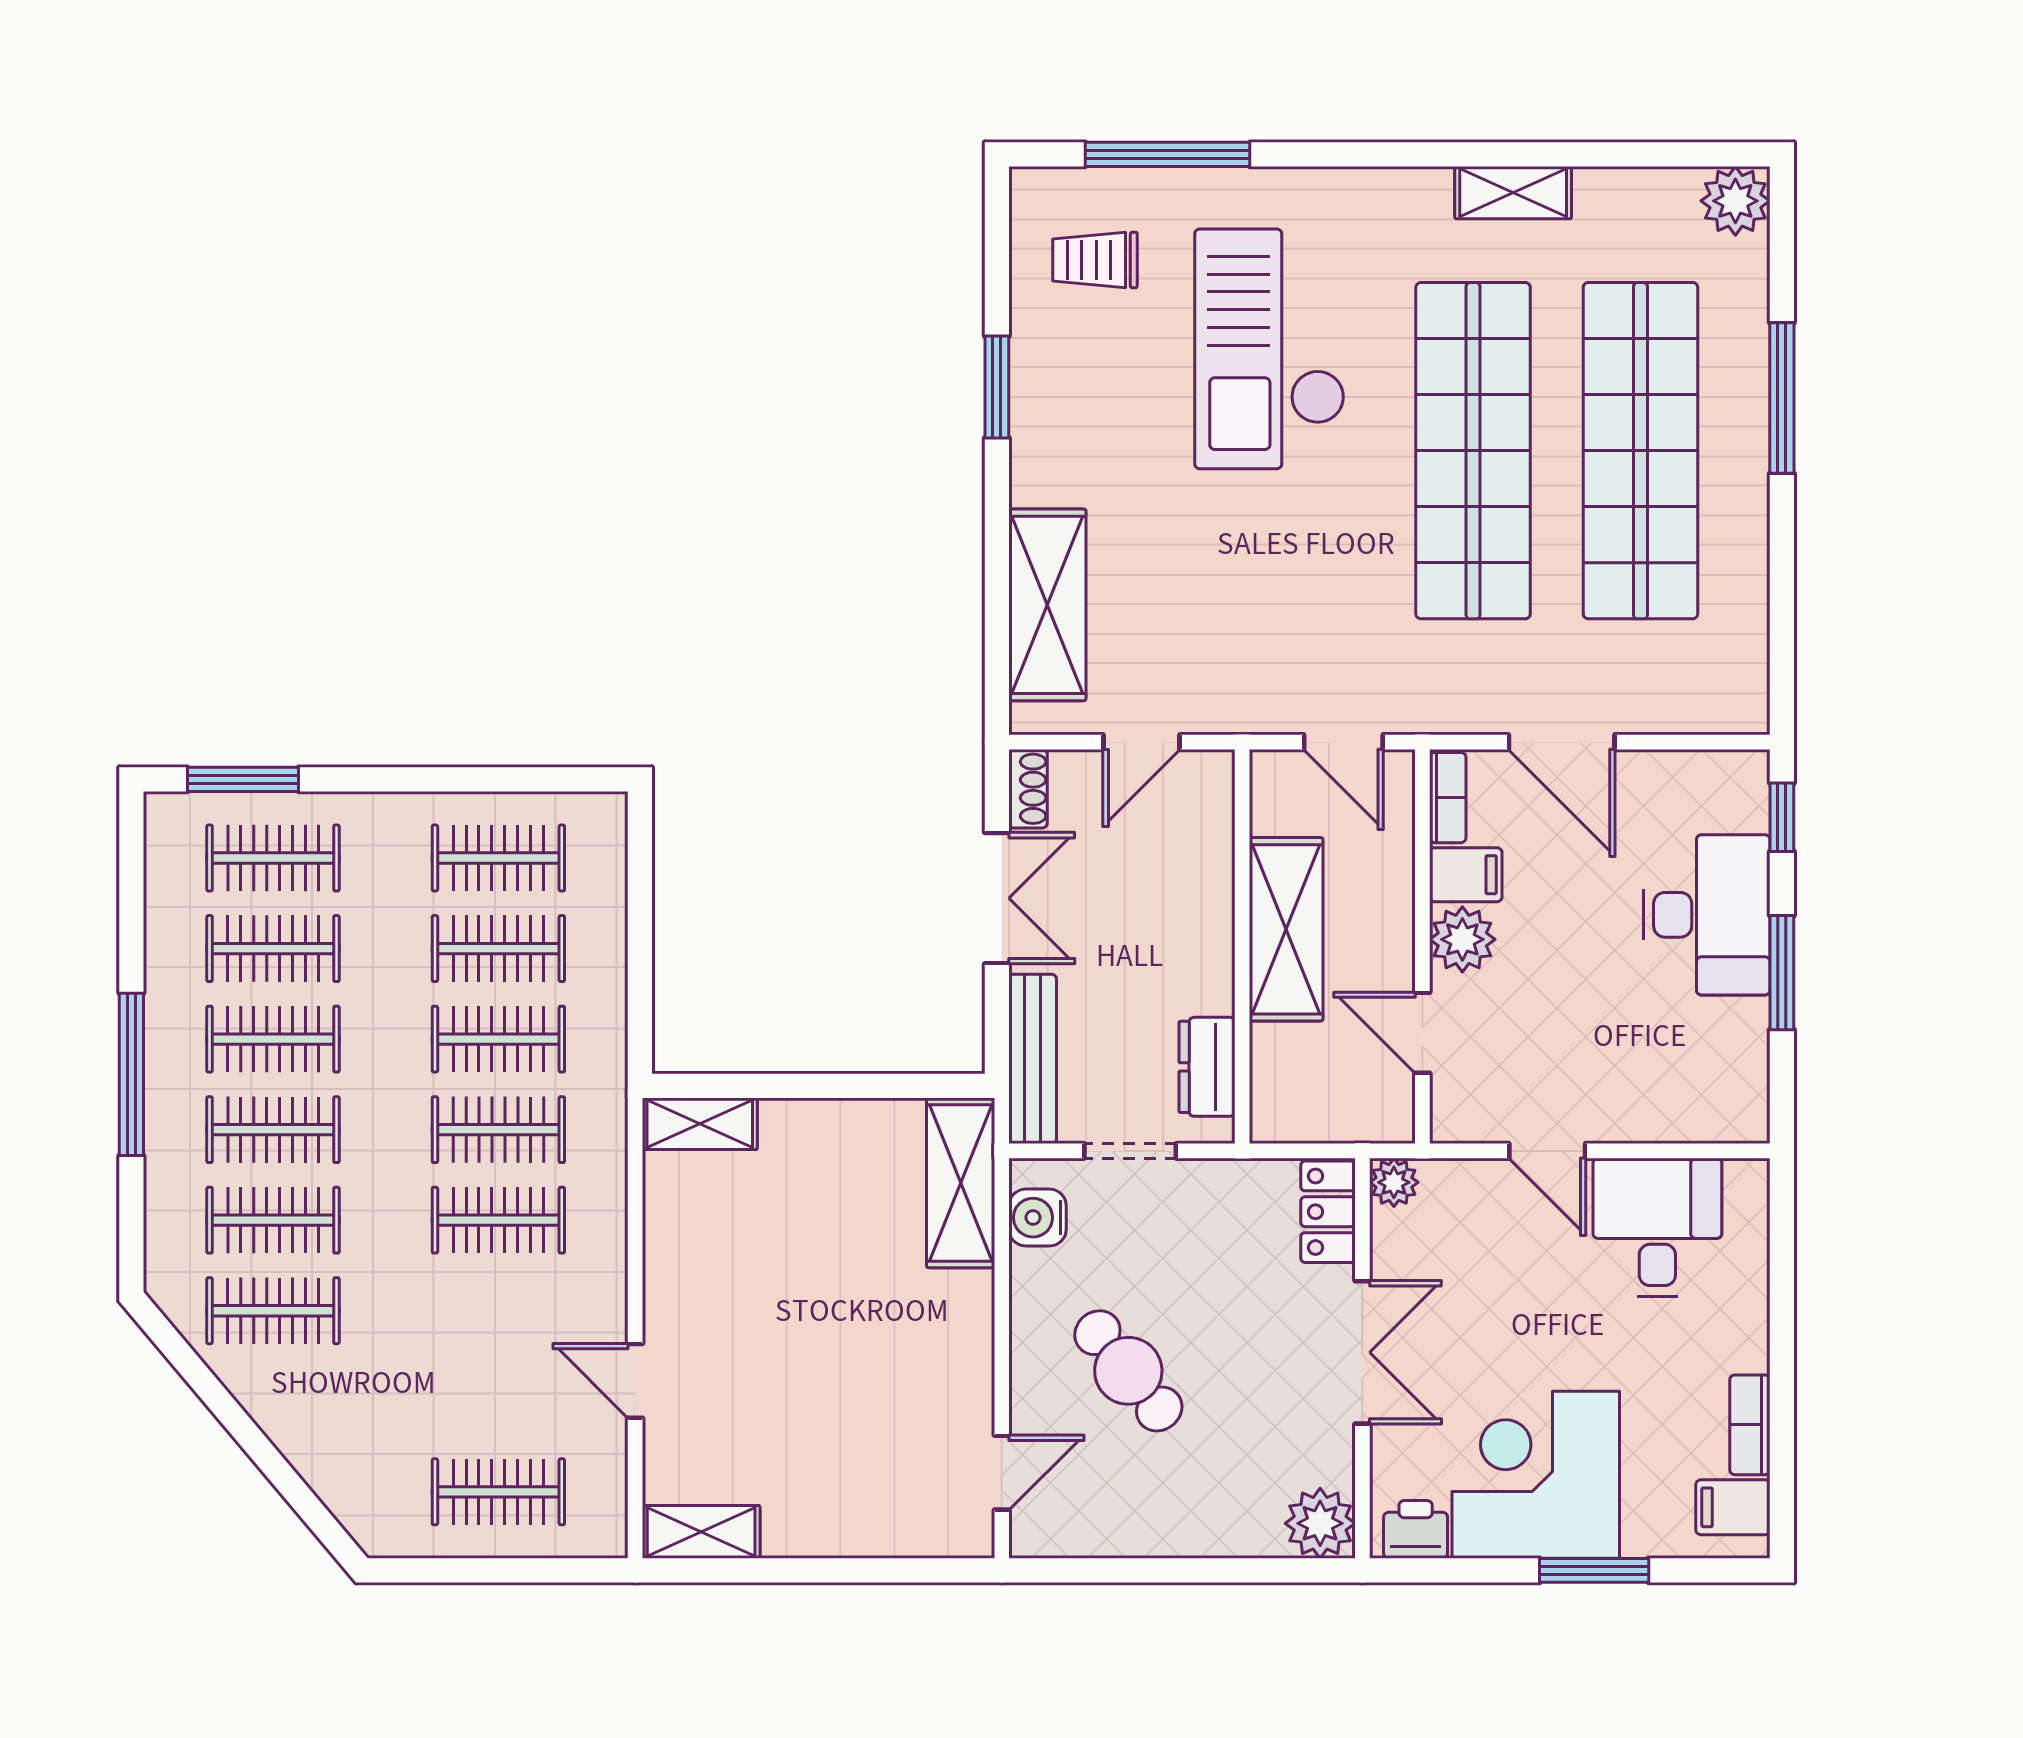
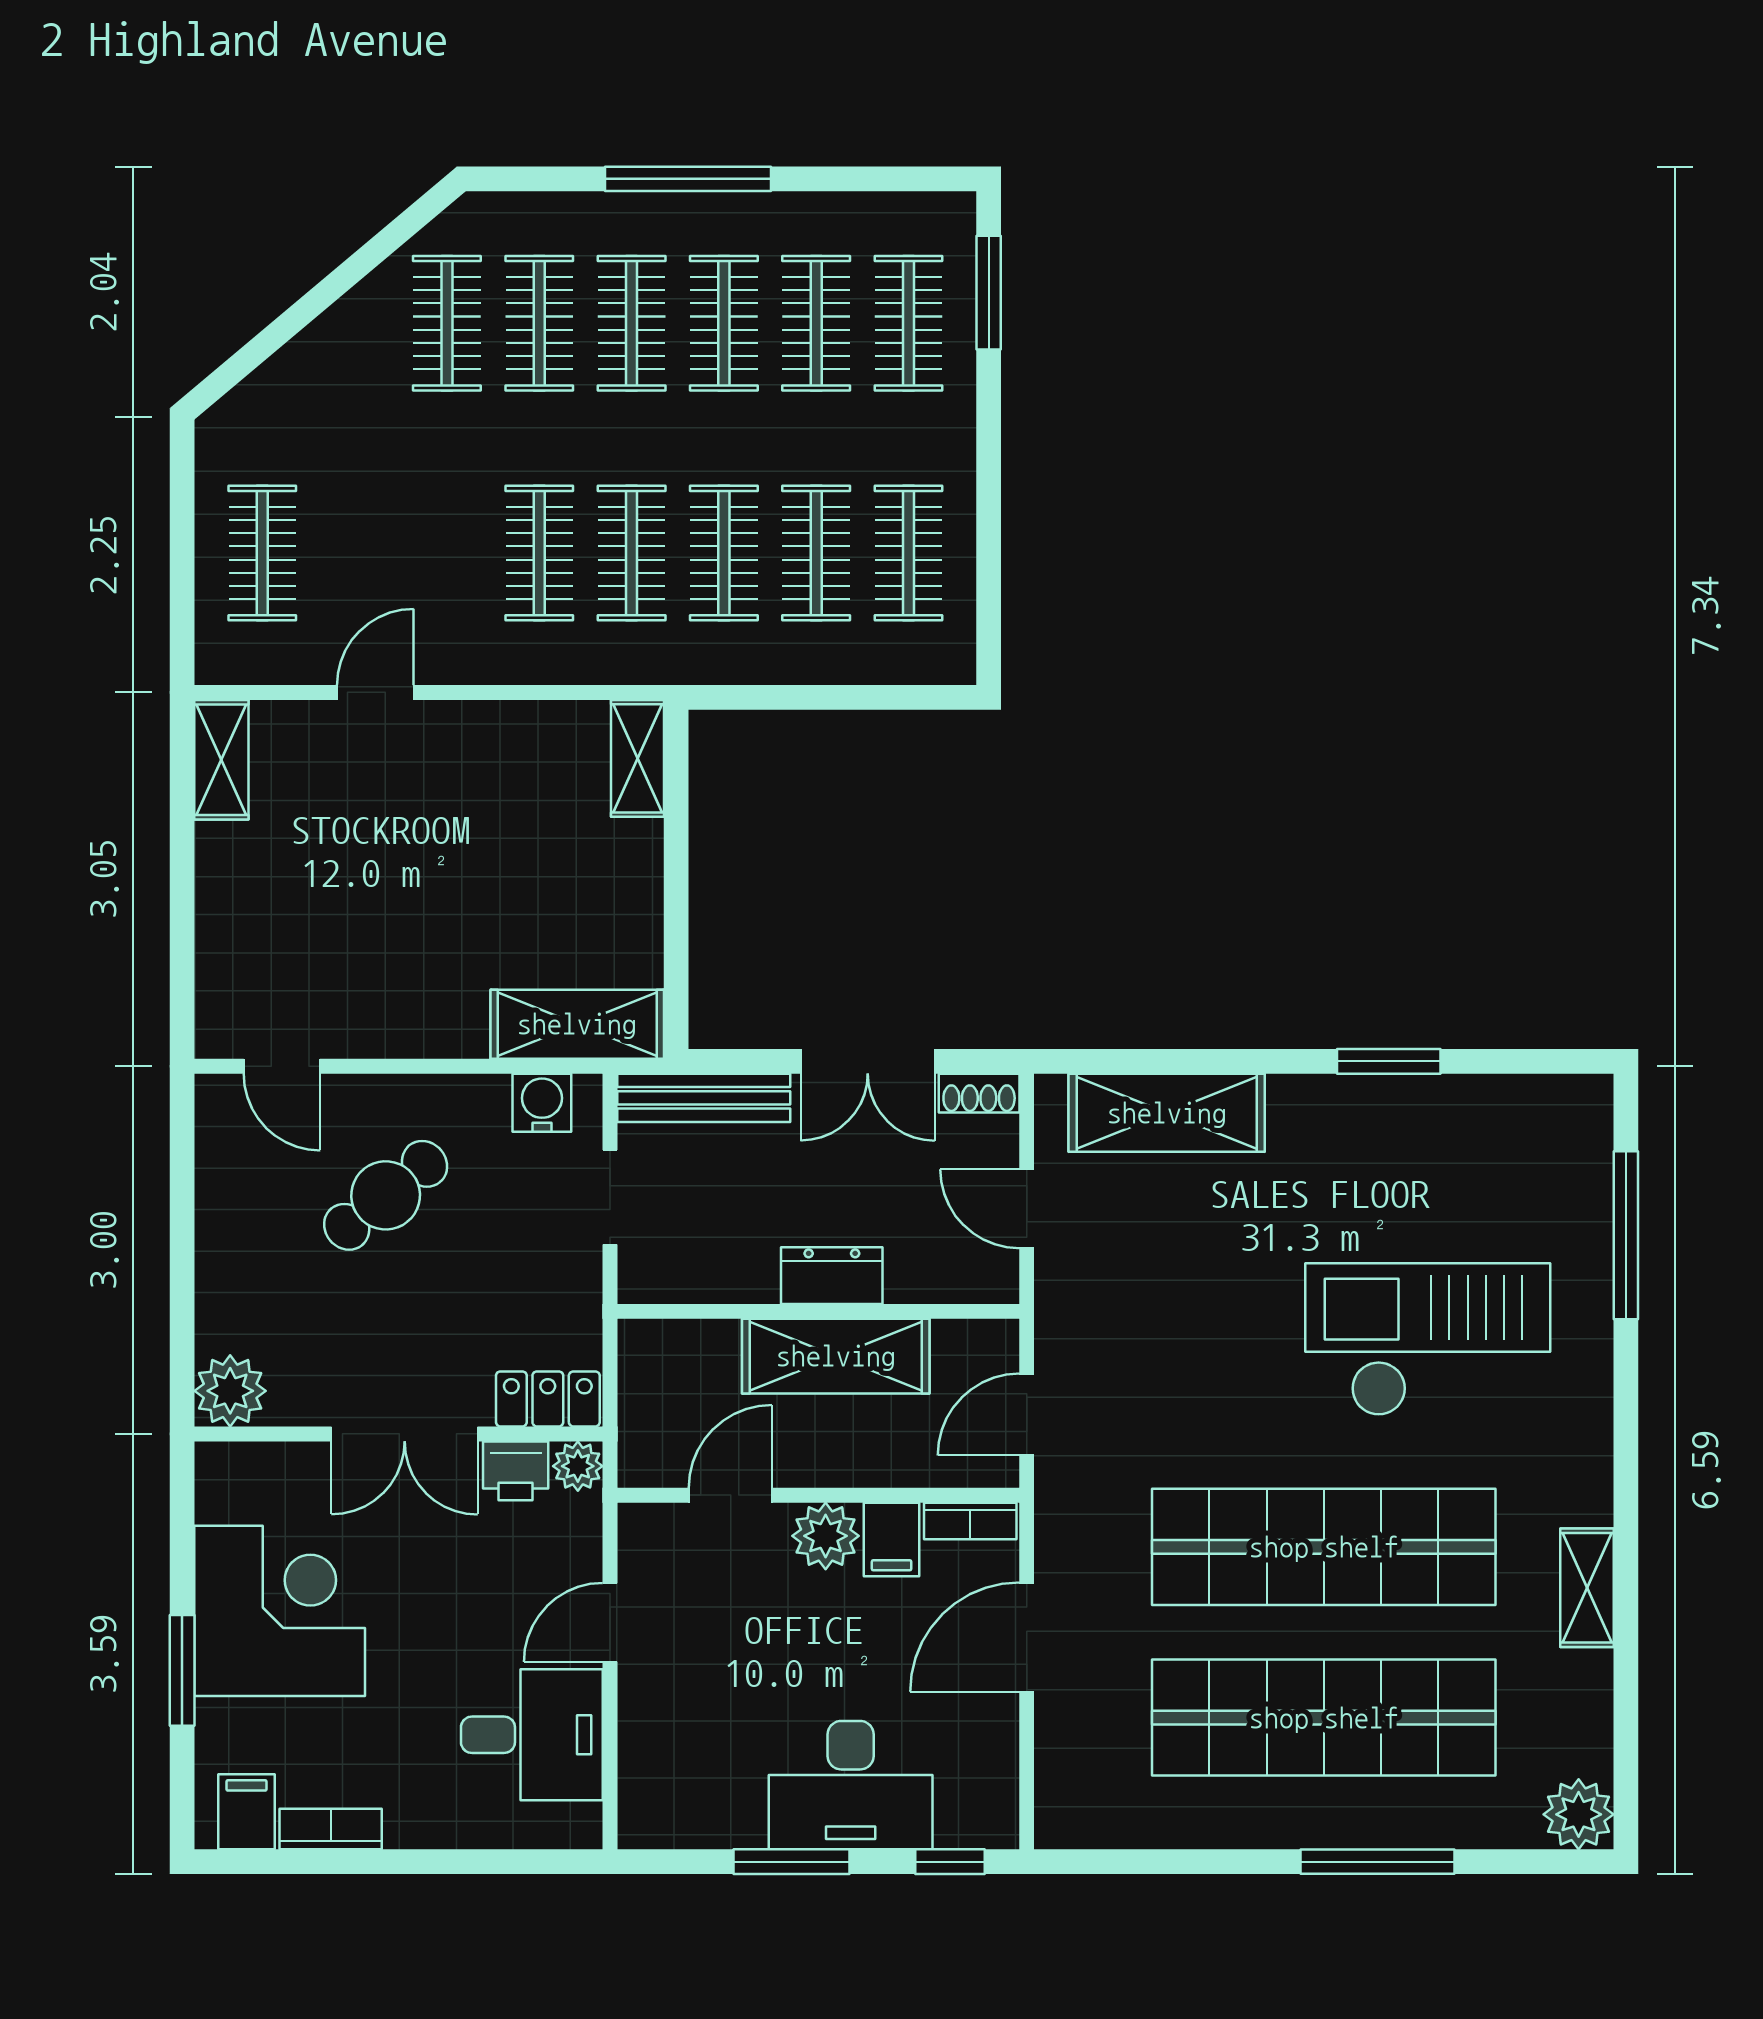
trolley: (1095, 260) -> (1518, 1161), removed
dresser: (1207, 1067) -> (832, 1276), moved
printer: (1416, 1529) -> (516, 1471), moved, turned 90

